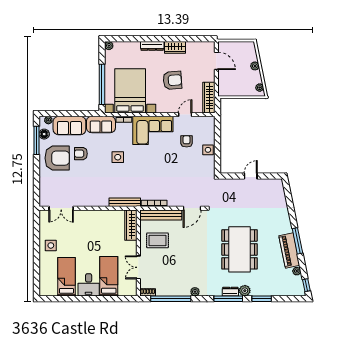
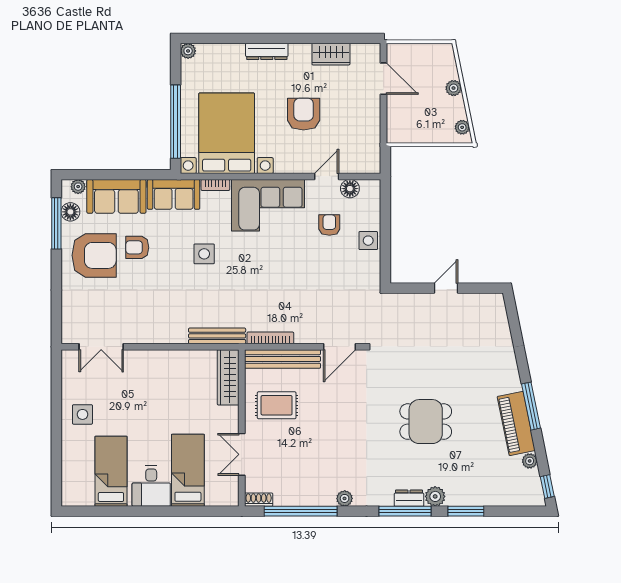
wardrobe: (175, 47) -> (331, 54), moved
armchair: (172, 80) -> (304, 114), turned -86
wardrobe: (209, 98) -> (370, 145), removed
floor lamp: (198, 121) -> (350, 189), added
dining table: (240, 249) -> (426, 422), width x0.53, depth x0.80

